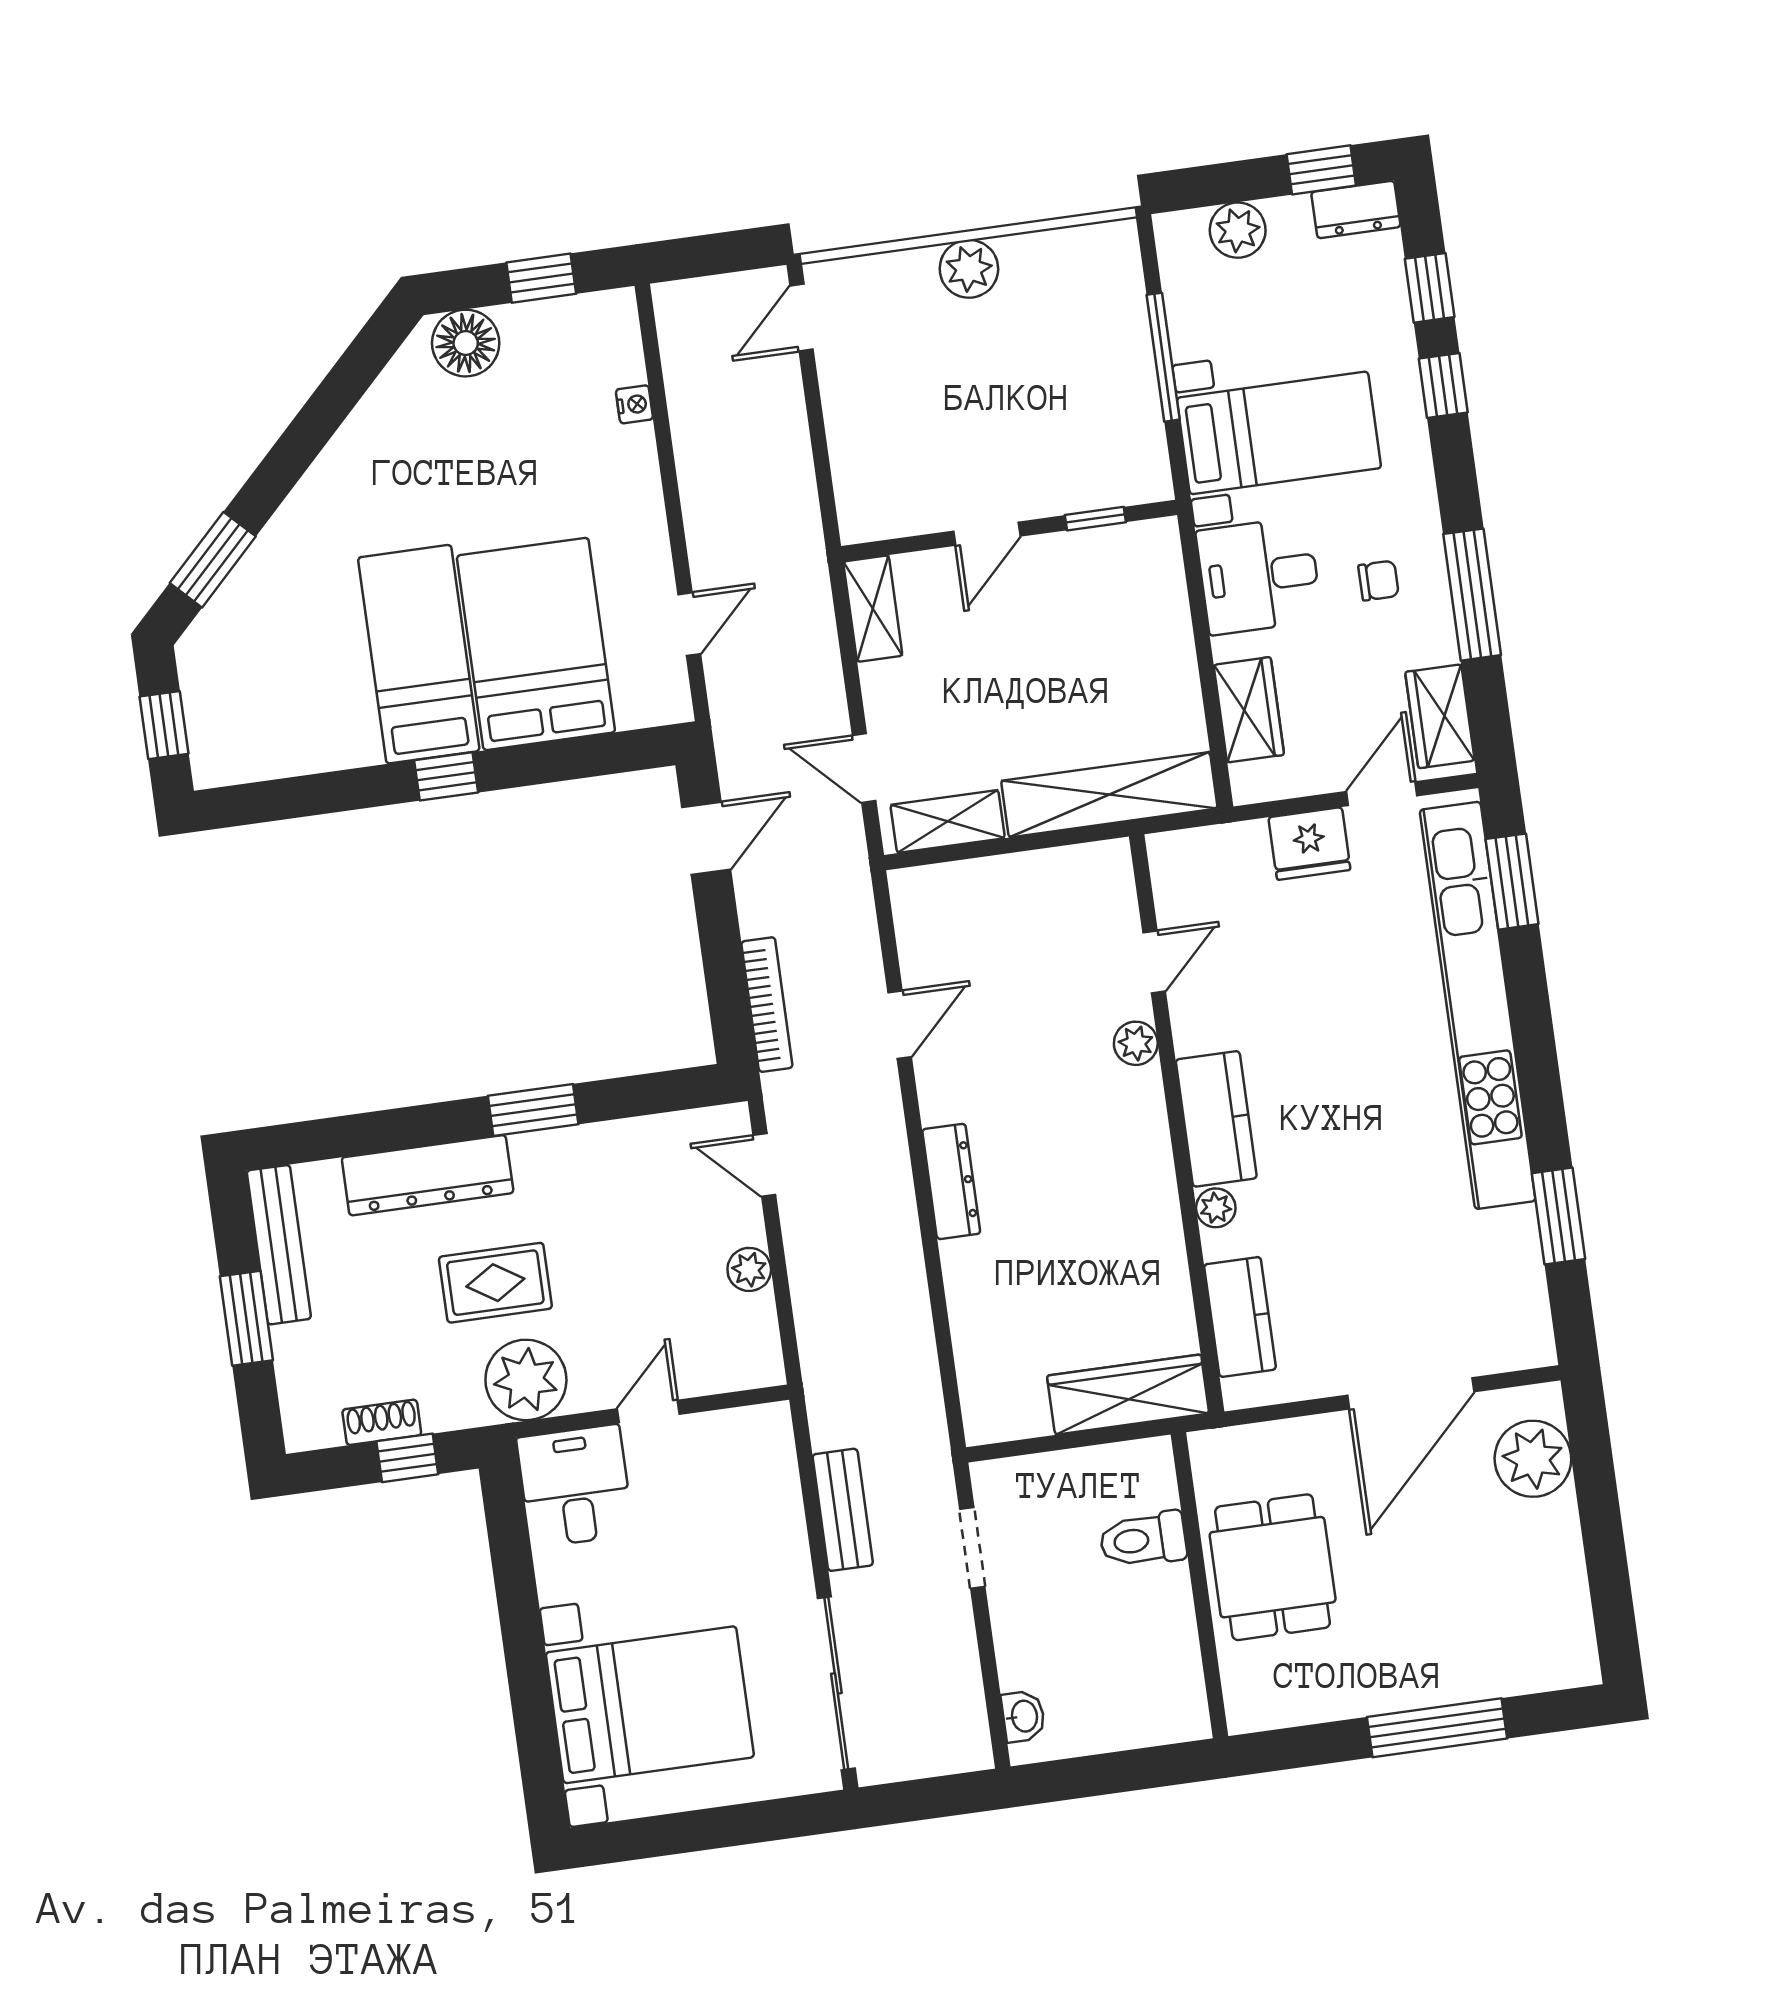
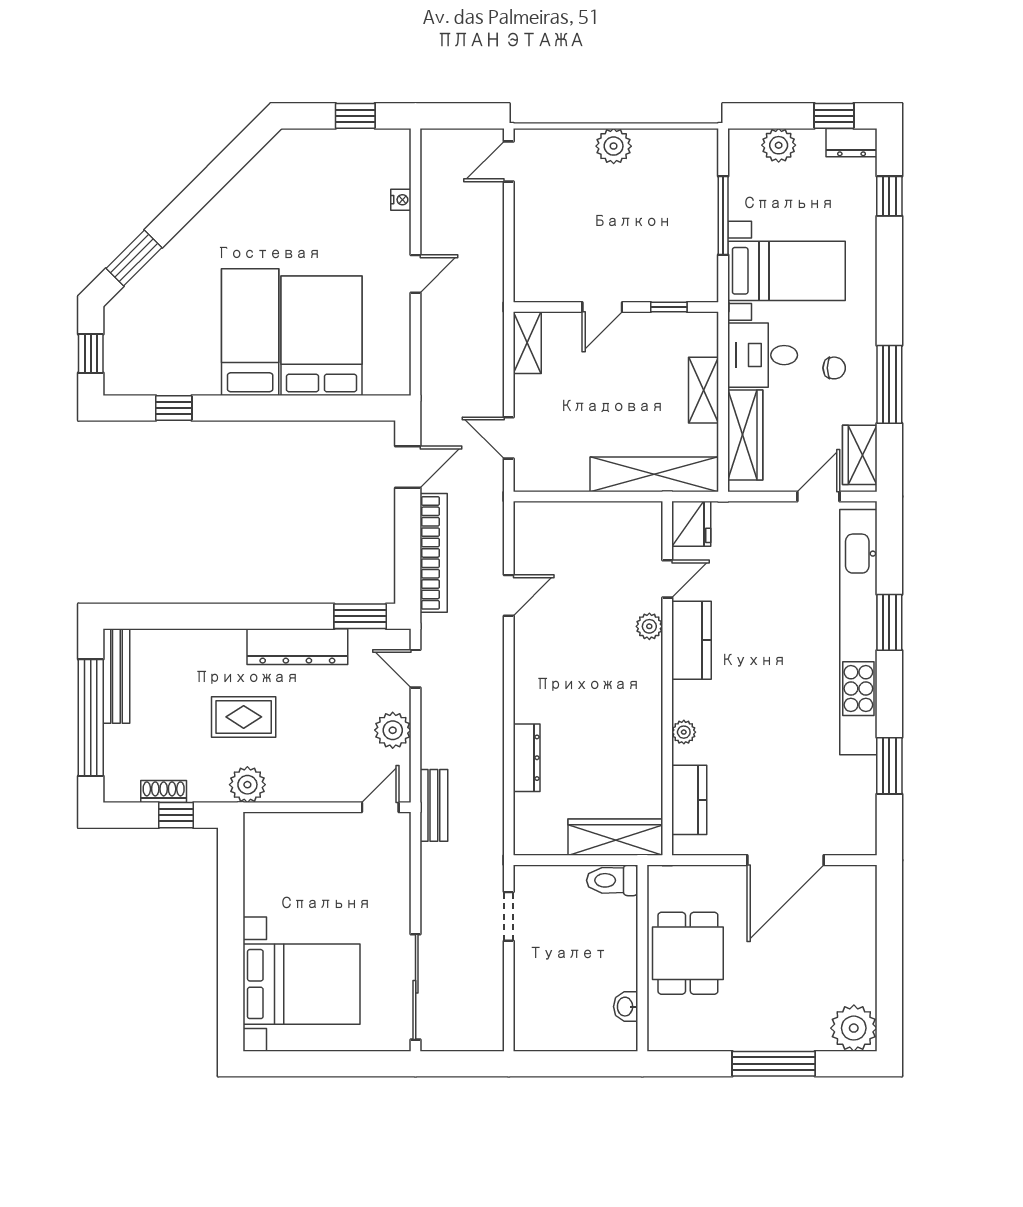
floor lamp: (466, 343) -> (304, 149), removed
window: (1443, 386) -> (889, 256), removed
door: (689, 624) -> (416, 274), moved
wardrobe: (1249, 710) -> (745, 435), width x1.50
window: (446, 776) -> (174, 408), moved
shelving: (948, 821) -> (704, 390), moved, turned 90
fridge: (1309, 844) -> (691, 524), moved, turned -90
window: (1512, 882) -> (889, 622), moved
bookcase: (767, 1005) -> (434, 553), width x1.48, depth x1.31
window: (533, 1110) -> (360, 616), moved
kitchen counter: (1216, 1119) -> (691, 640), moved
dresser: (428, 1175) -> (297, 647), moved
dresser: (951, 1181) -> (527, 758), moved
plant: (749, 1269) -> (393, 730), width x1.38, depth x1.38
window: (246, 1318) -> (91, 718), width x2.11
plant: (526, 1380) -> (247, 785), width x0.73, depth x0.73
door: (648, 1411) -> (380, 807), moved
plant: (1533, 1459) -> (854, 1028), moved
desk: (575, 1486) -> (275, 846), removed
bench: (843, 1510) -> (434, 805), moved
toilet: (1143, 1540) -> (612, 880), moved
washbasin: (1023, 1716) -> (626, 1007), moved, turned 180

